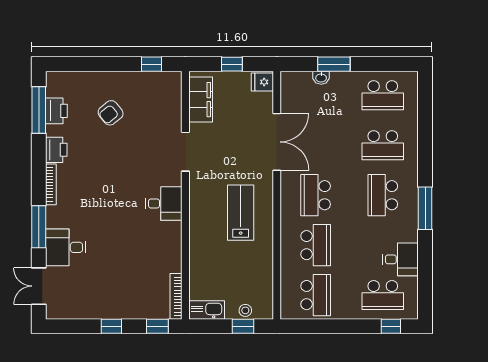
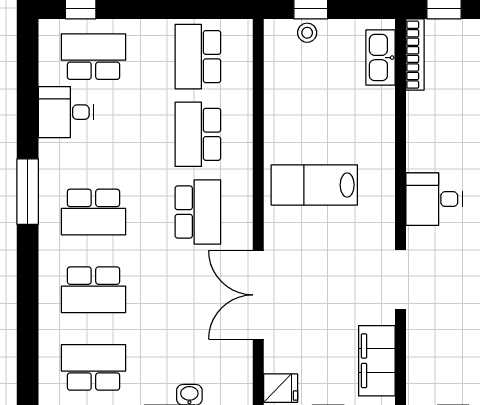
school desk: (383, 145) -> (93, 290), turned 180
school desk: (383, 195) -> (93, 212), turned 90
lab bench: (241, 213) -> (314, 185), turned 90
kitchen sink: (207, 310) -> (380, 58), moved, turned 90

